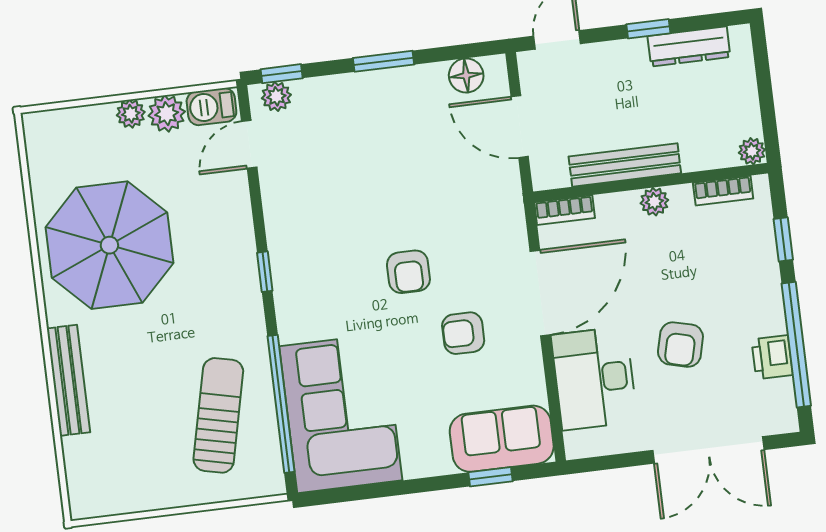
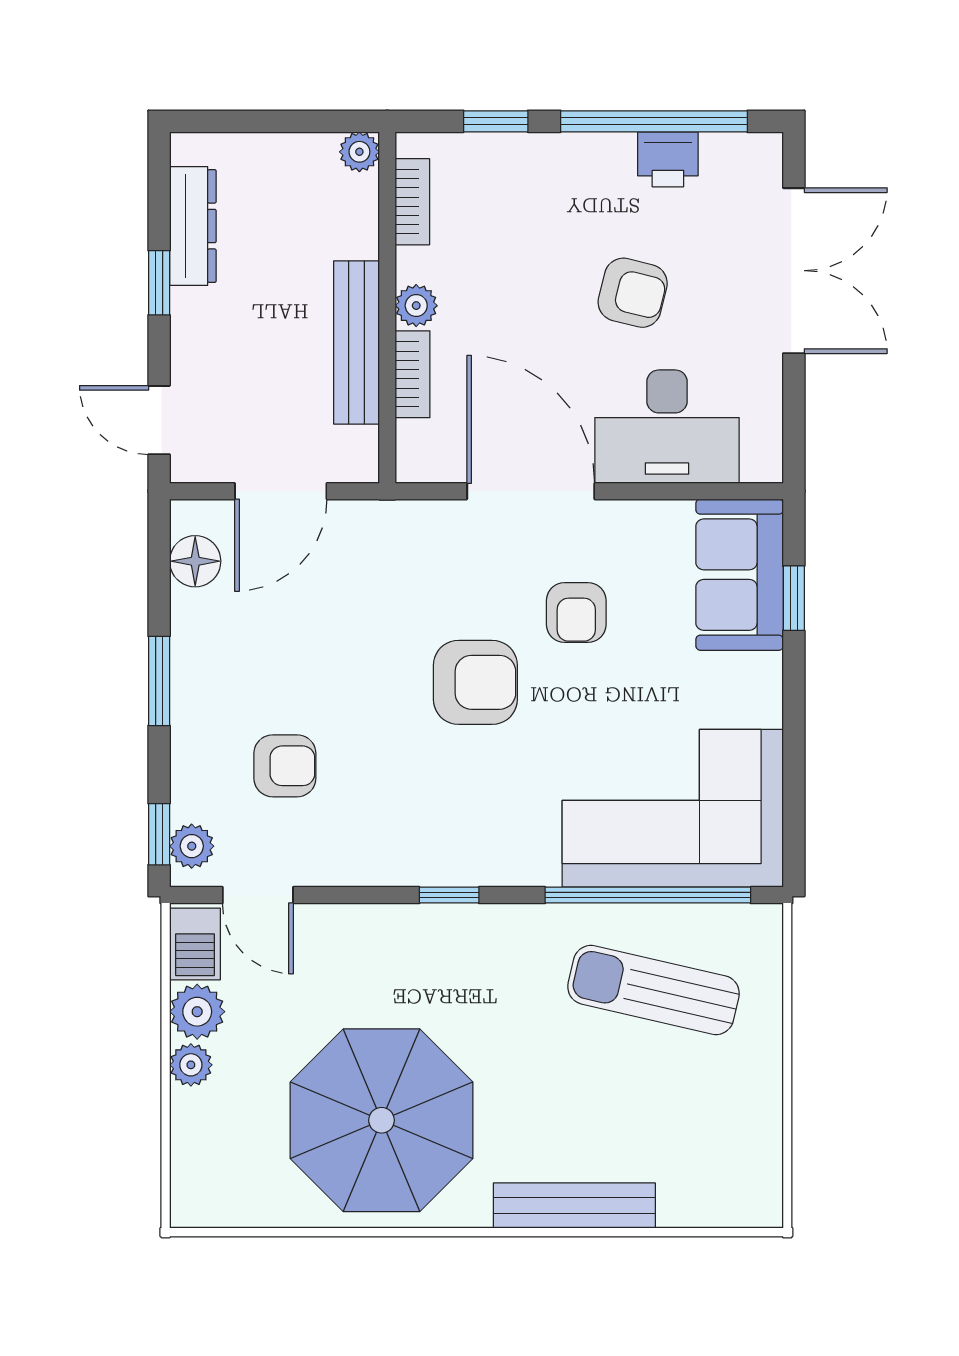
armchair: (337, 152) -> (285, 766), added
bookcase: (565, 210) -> (412, 374), moved
armchair: (408, 272) -> (475, 682), width x1.38, depth x1.38

